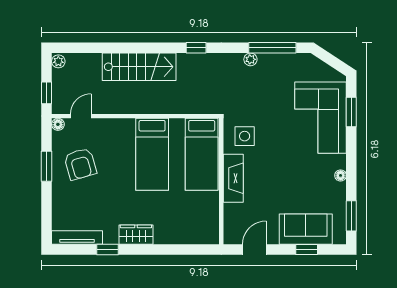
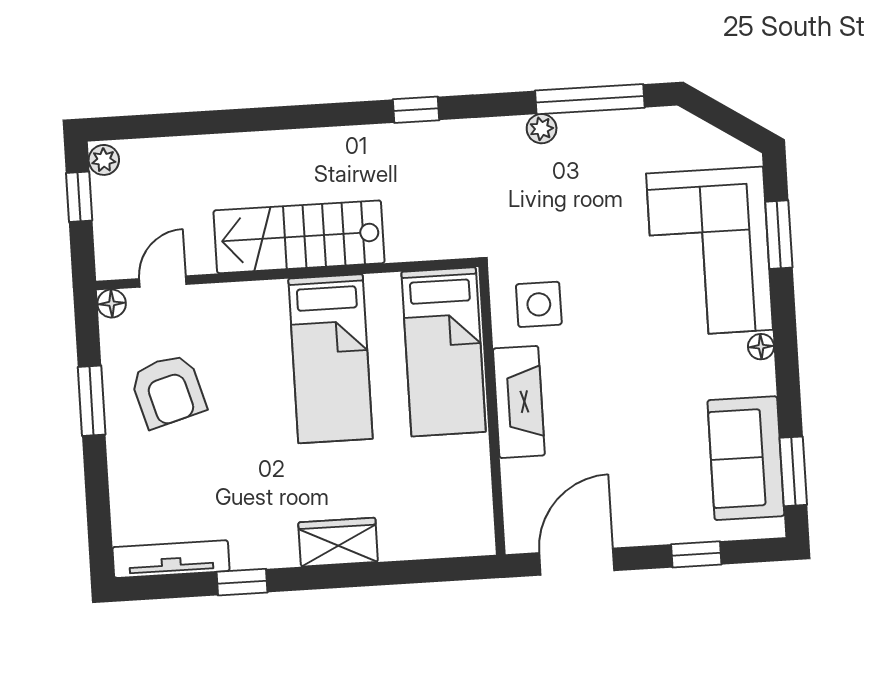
stairs: (139, 67) -> (299, 237), moved, turned 180
window: (47, 93) -> (79, 197), moved
floor lamp: (341, 175) -> (761, 347), moved
sofa: (306, 229) -> (746, 458), moved, turned -90
wardrobe: (136, 235) -> (338, 542), moved
door: (254, 250) -> (577, 562), width x1.38

